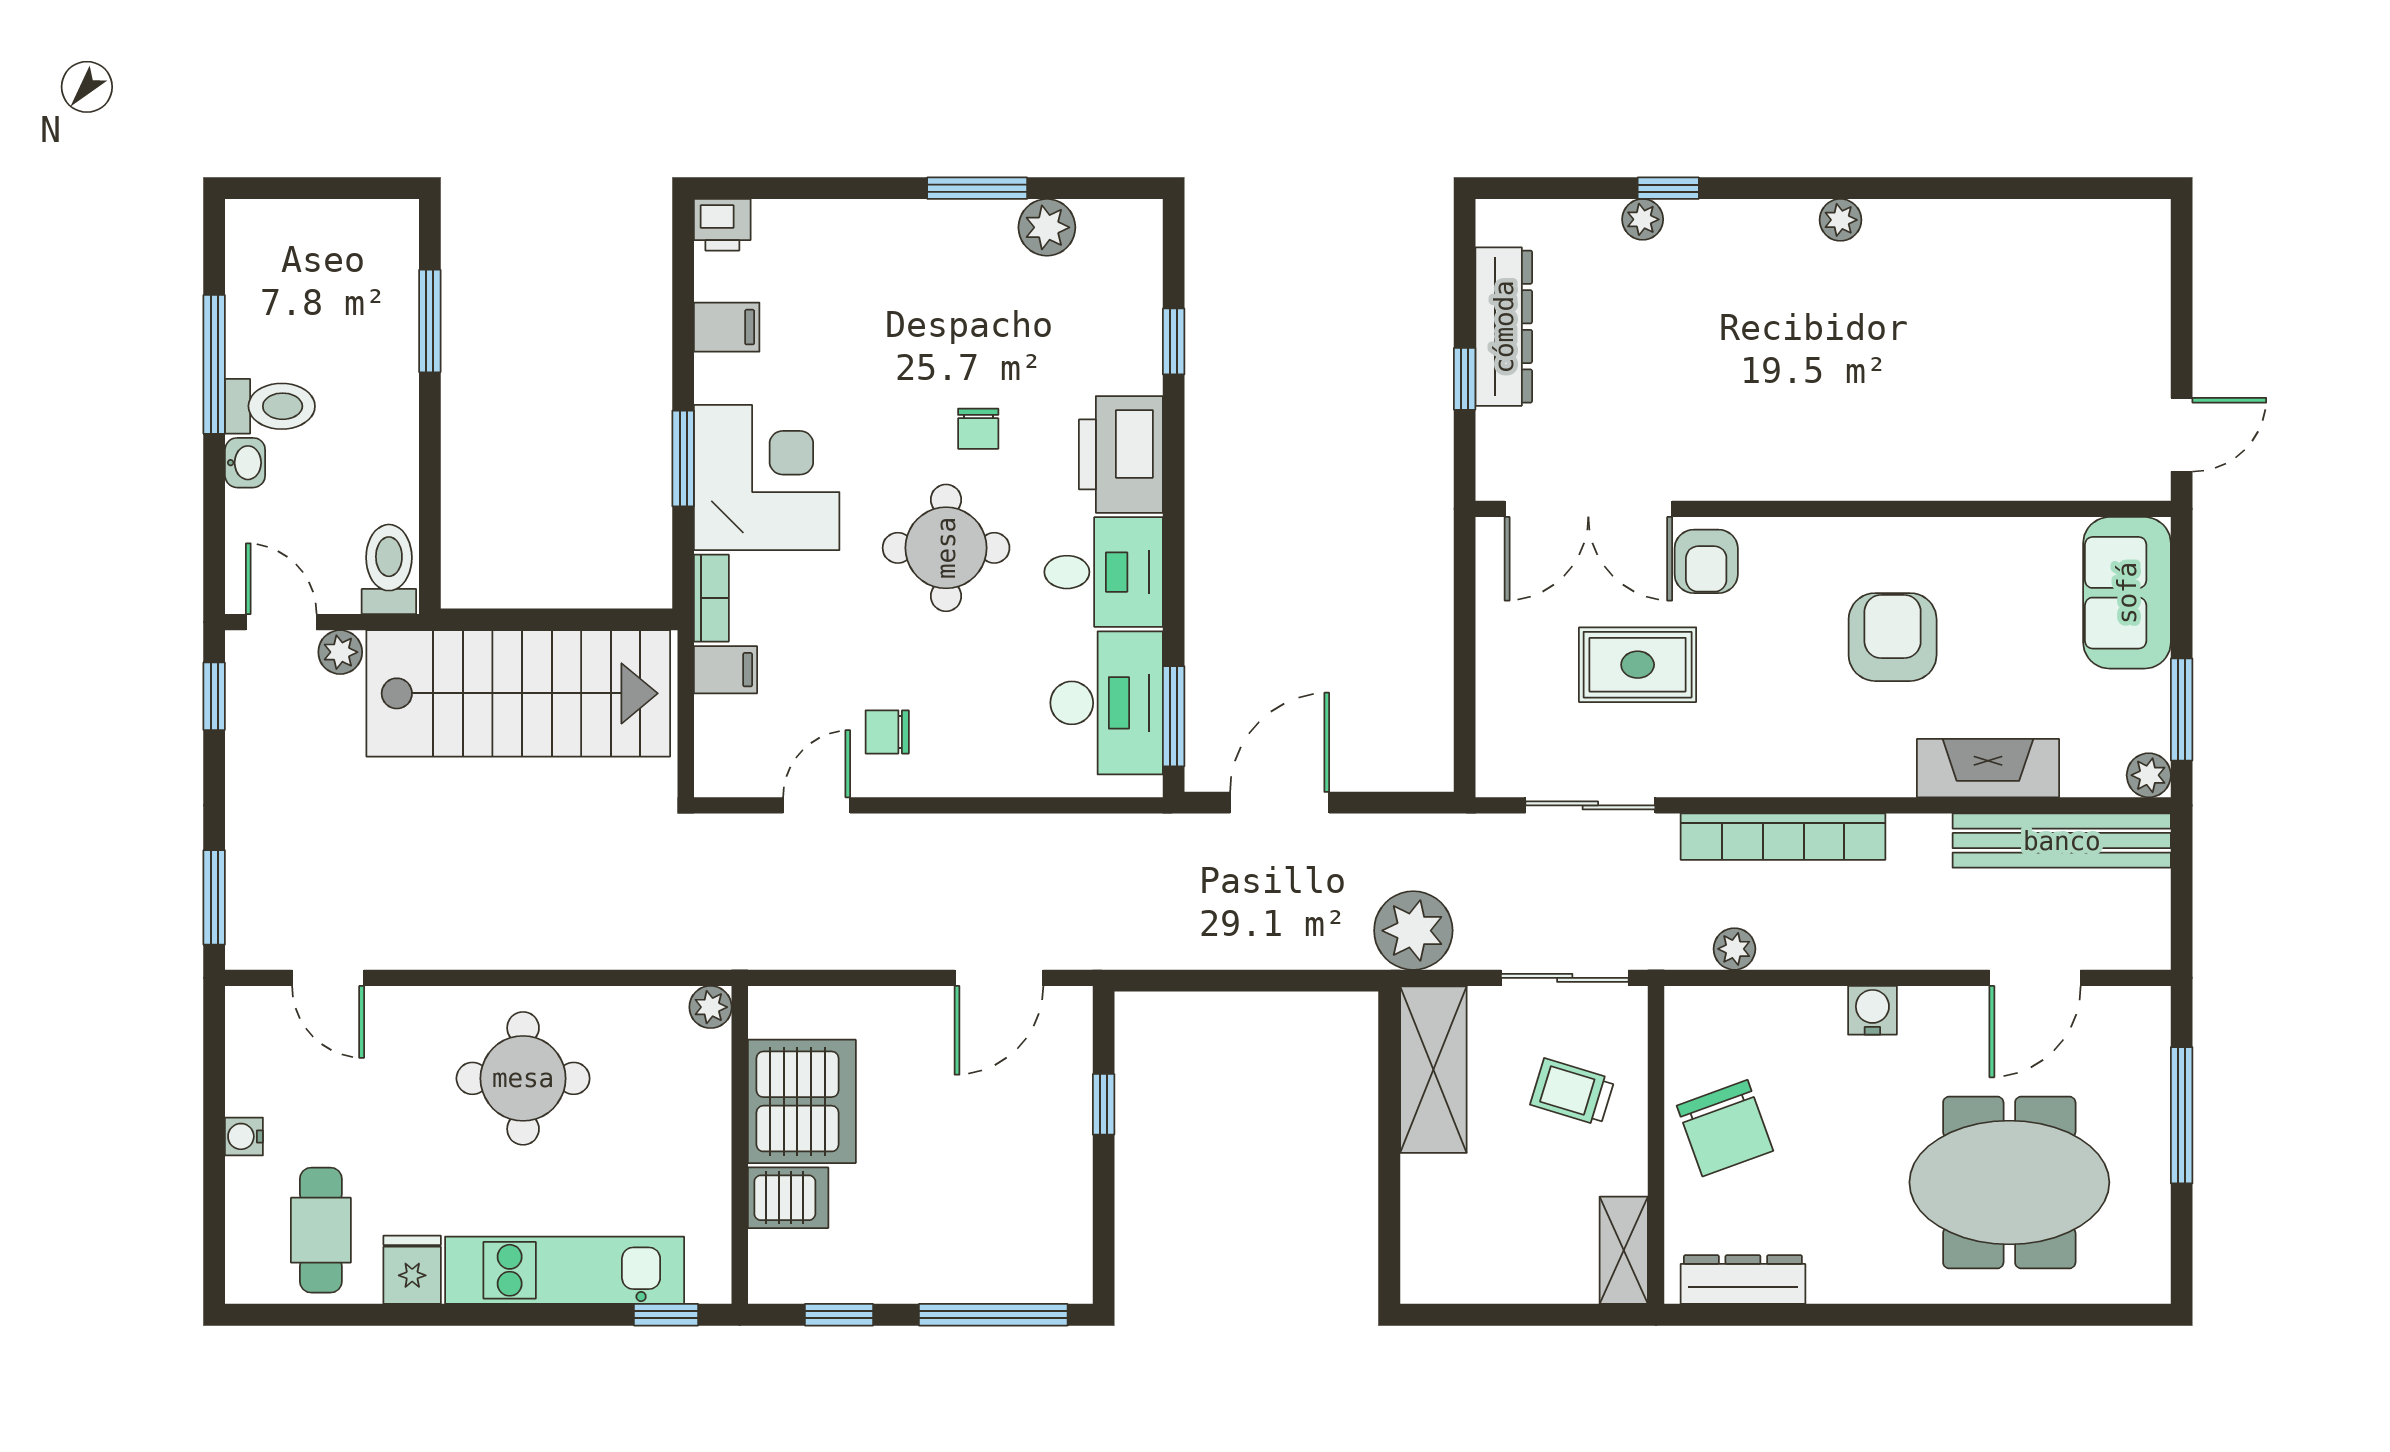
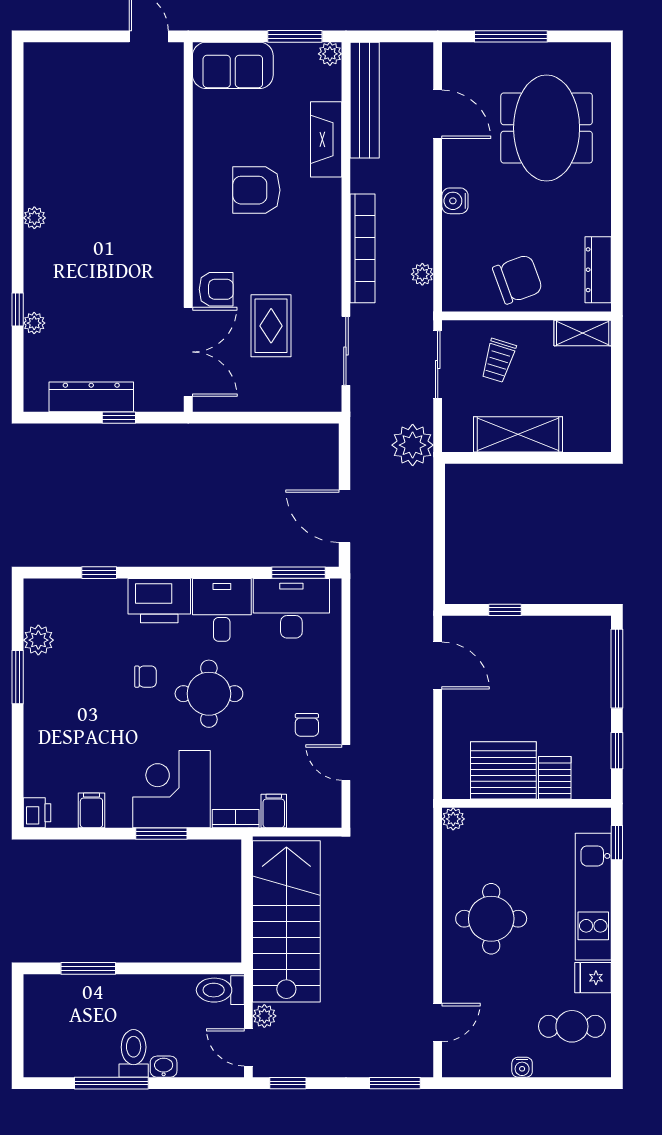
door: (281, 622) -> (248, 1047), hinge flipped
shelving: (1433, 1070) -> (518, 434), moved

